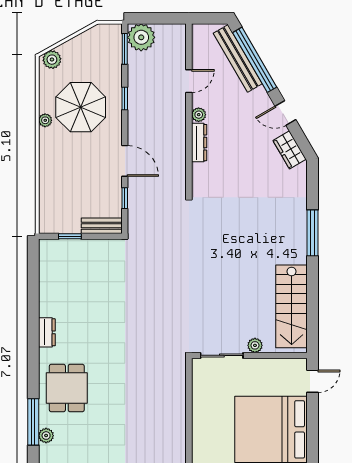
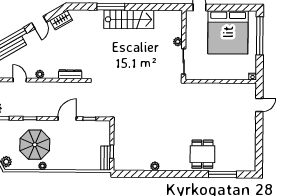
dresser: (199, 143) -> (70, 74), moved
bench: (102, 226) -> (106, 158), moved
stairs: (292, 306) -> (129, 19), moved
dresser: (47, 332) -> (169, 166), removed
dining table: (67, 388) -> (202, 154), turned 90
plant: (46, 436) -> (155, 166), moved

